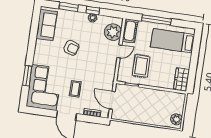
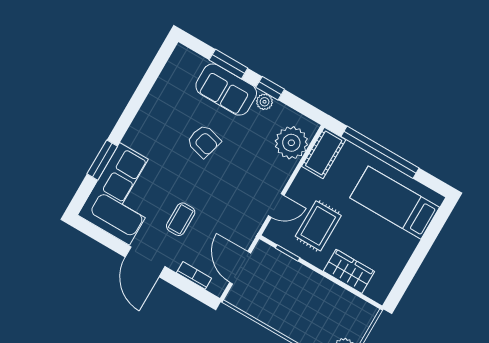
window: (156, 20) -> (380, 152), width x1.46
sofa: (47, 25) -> (226, 90), moved, turned 90
door: (120, 51) -> (276, 206), moved
wardrobe: (181, 79) -> (349, 271), moved, turned 90

